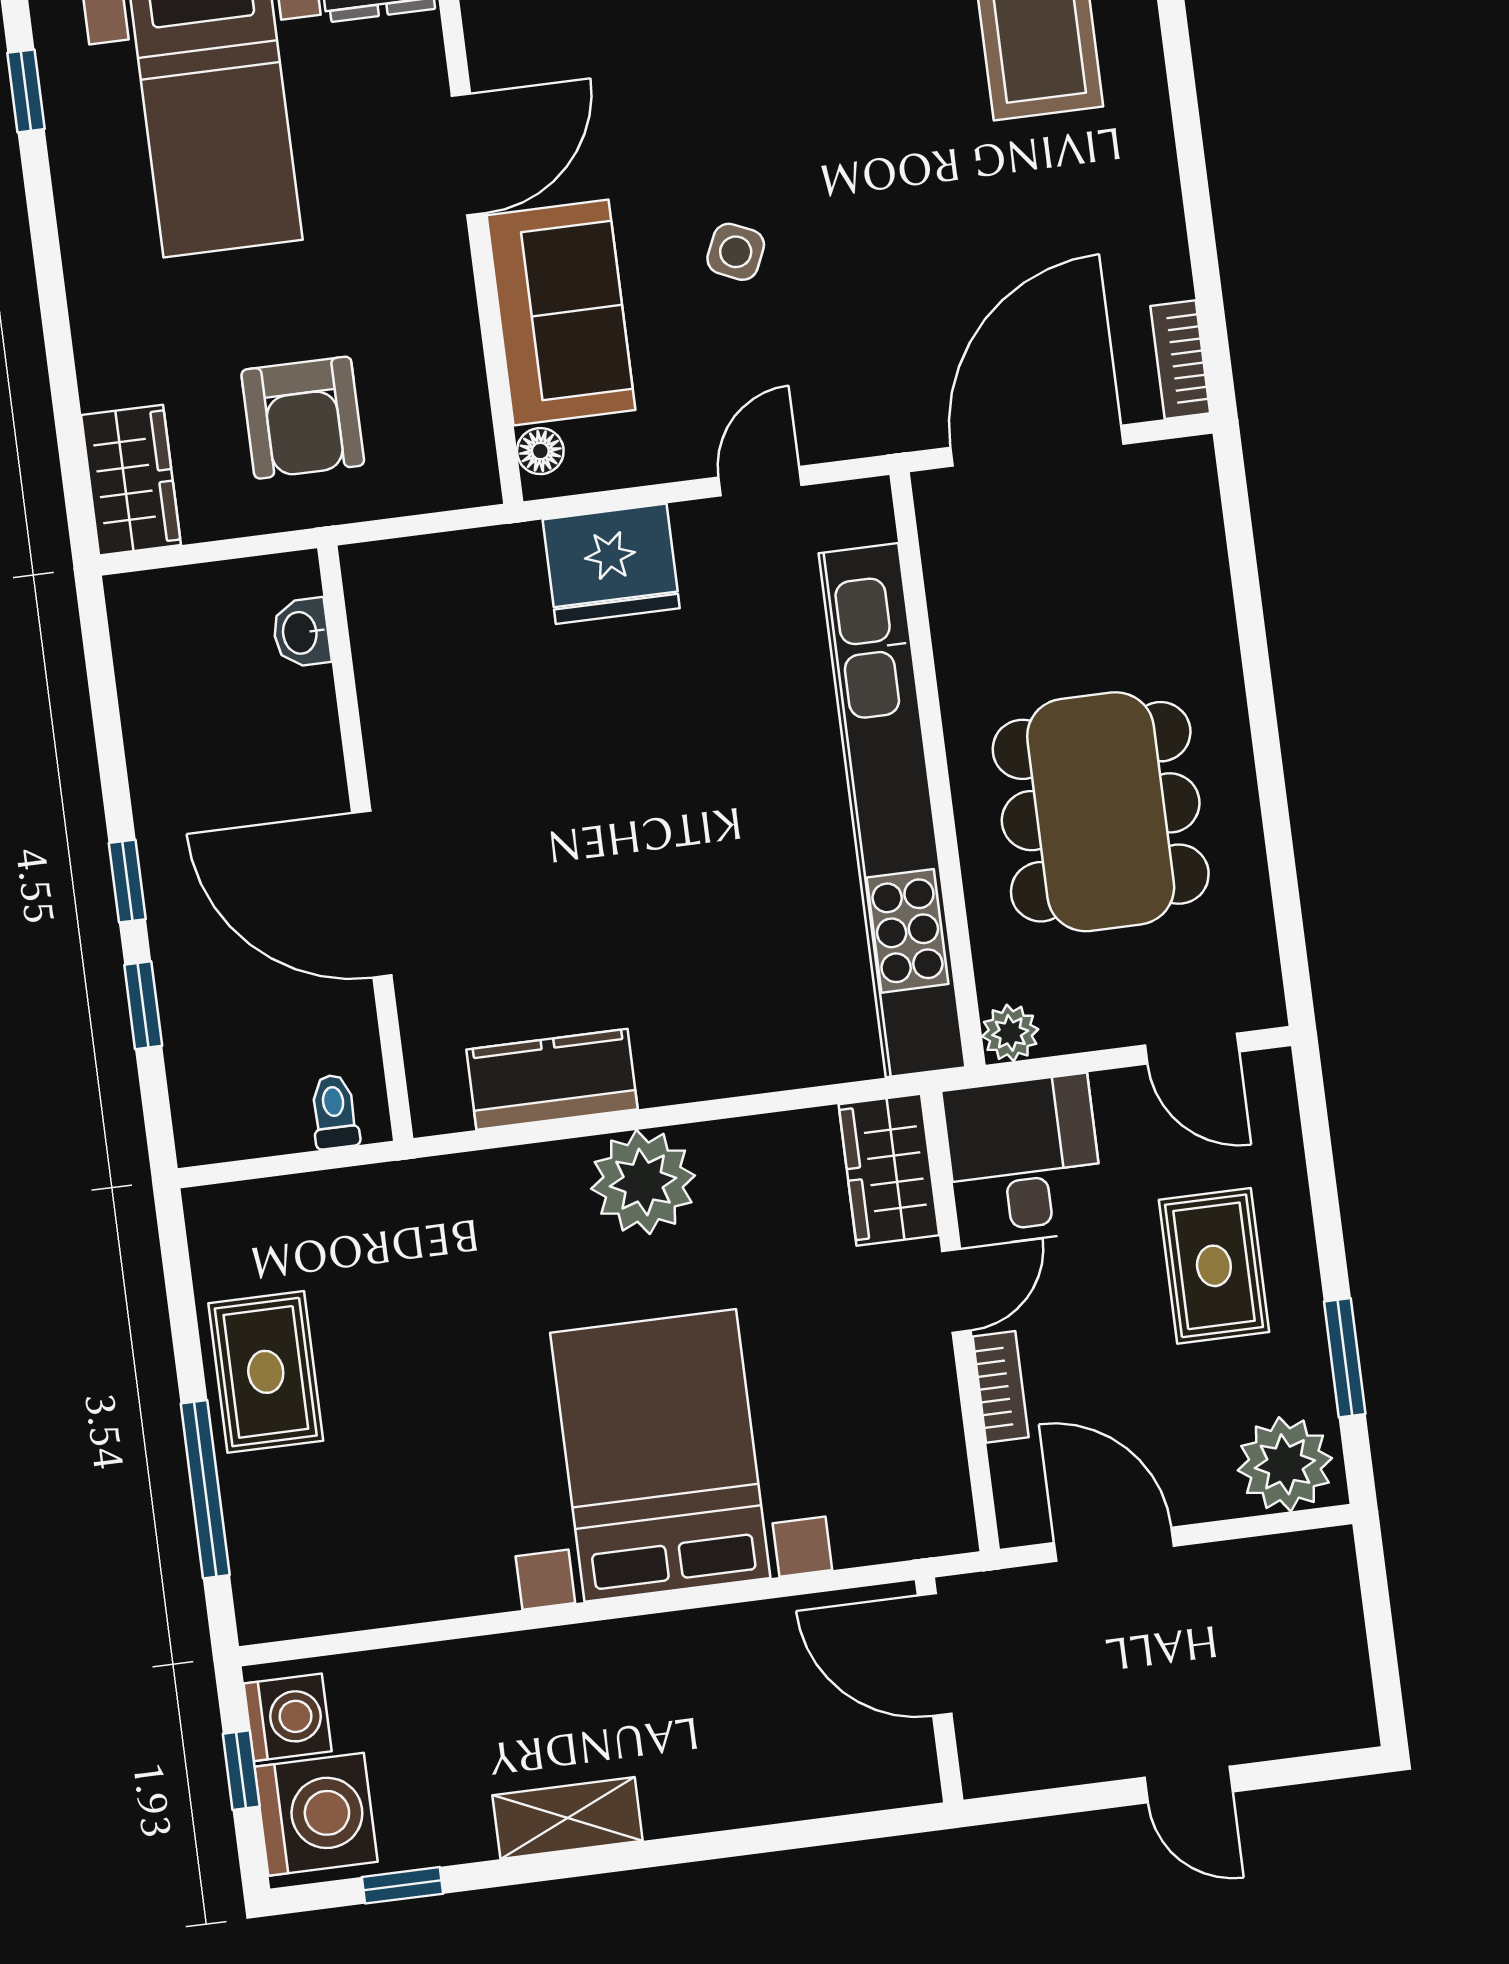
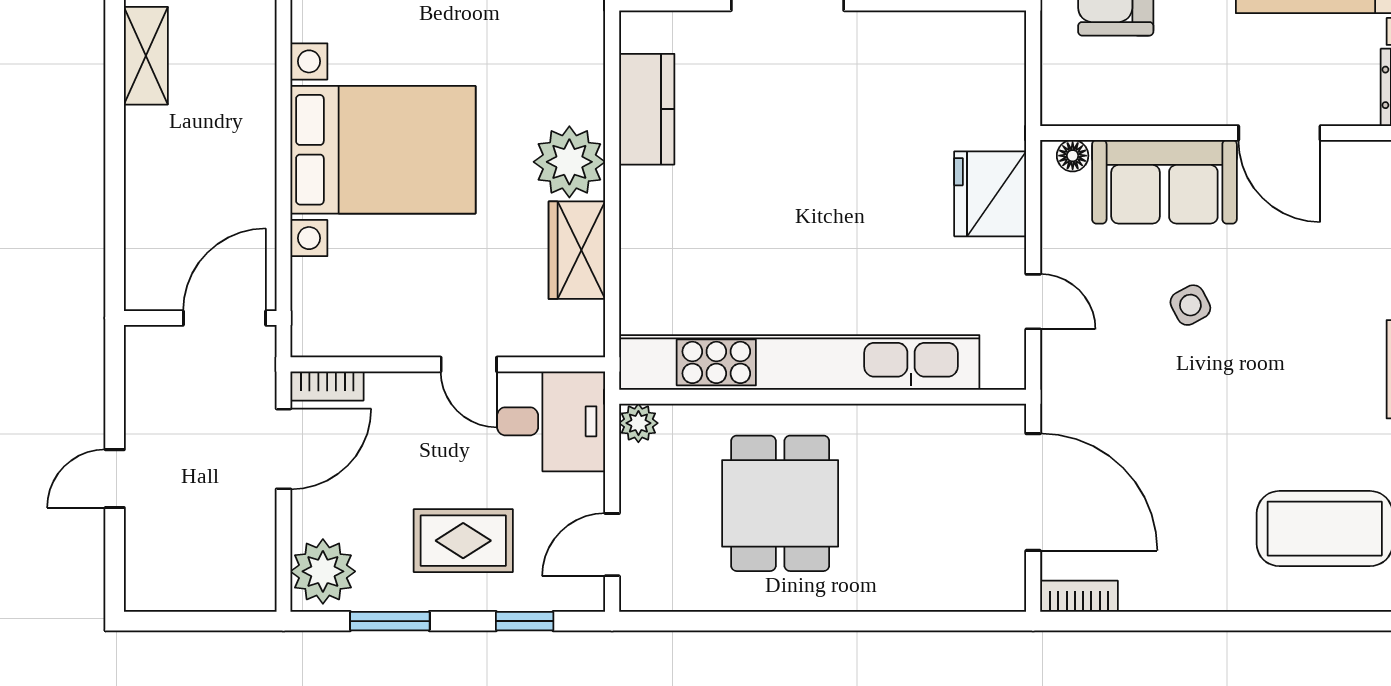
side table: (736, 252) -> (1190, 305), turned 38
dining table: (1101, 812) -> (780, 503), width x0.73
window: (1320, 1161) -> (525, 621), added
wardrobe: (889, 1170) -> (577, 250), moved, turned -90
bookcase: (1001, 1387) -> (327, 386), moved

